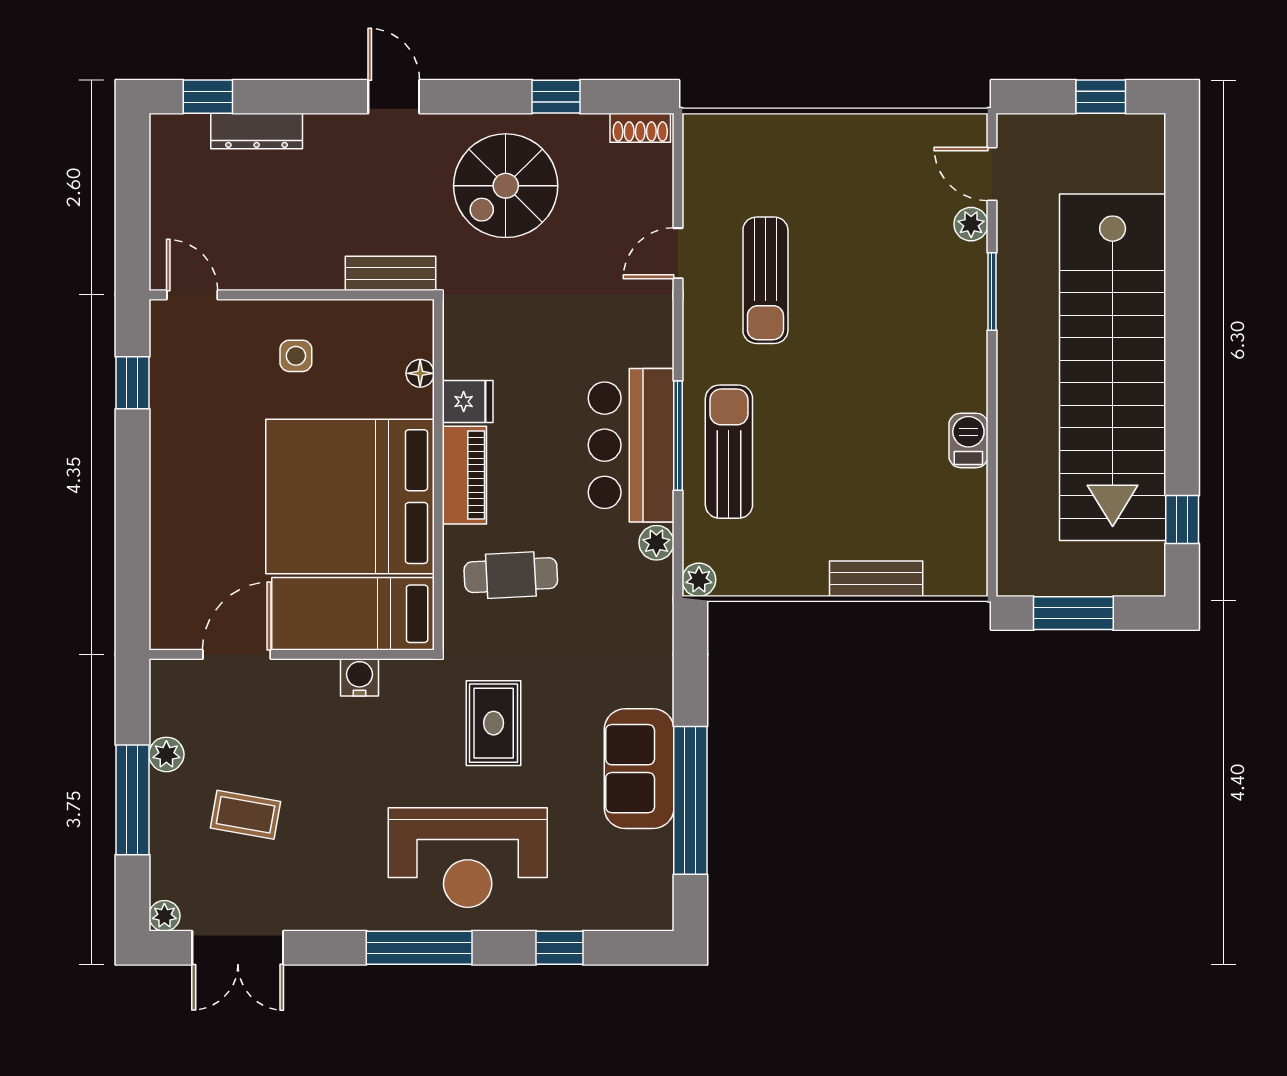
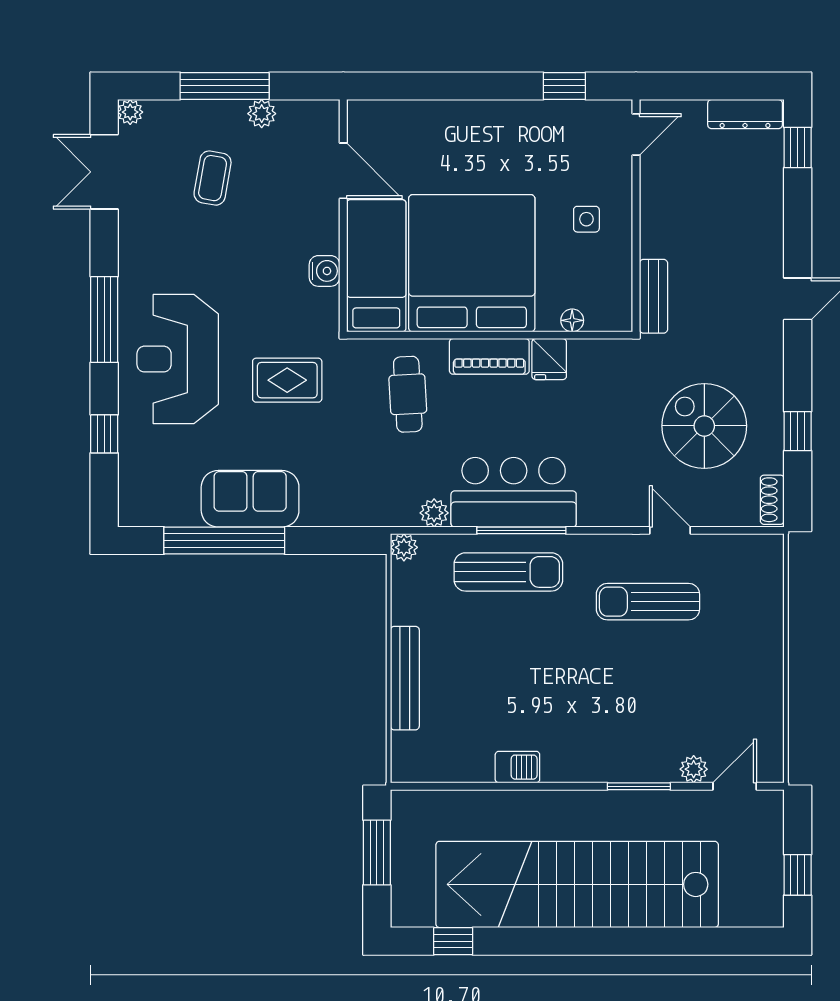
dresser: (257, 131) -> (745, 114), moved, turned -90
spiral stairs: (506, 186) -> (704, 426), moved
bench: (876, 579) -> (405, 678), width x1.36

